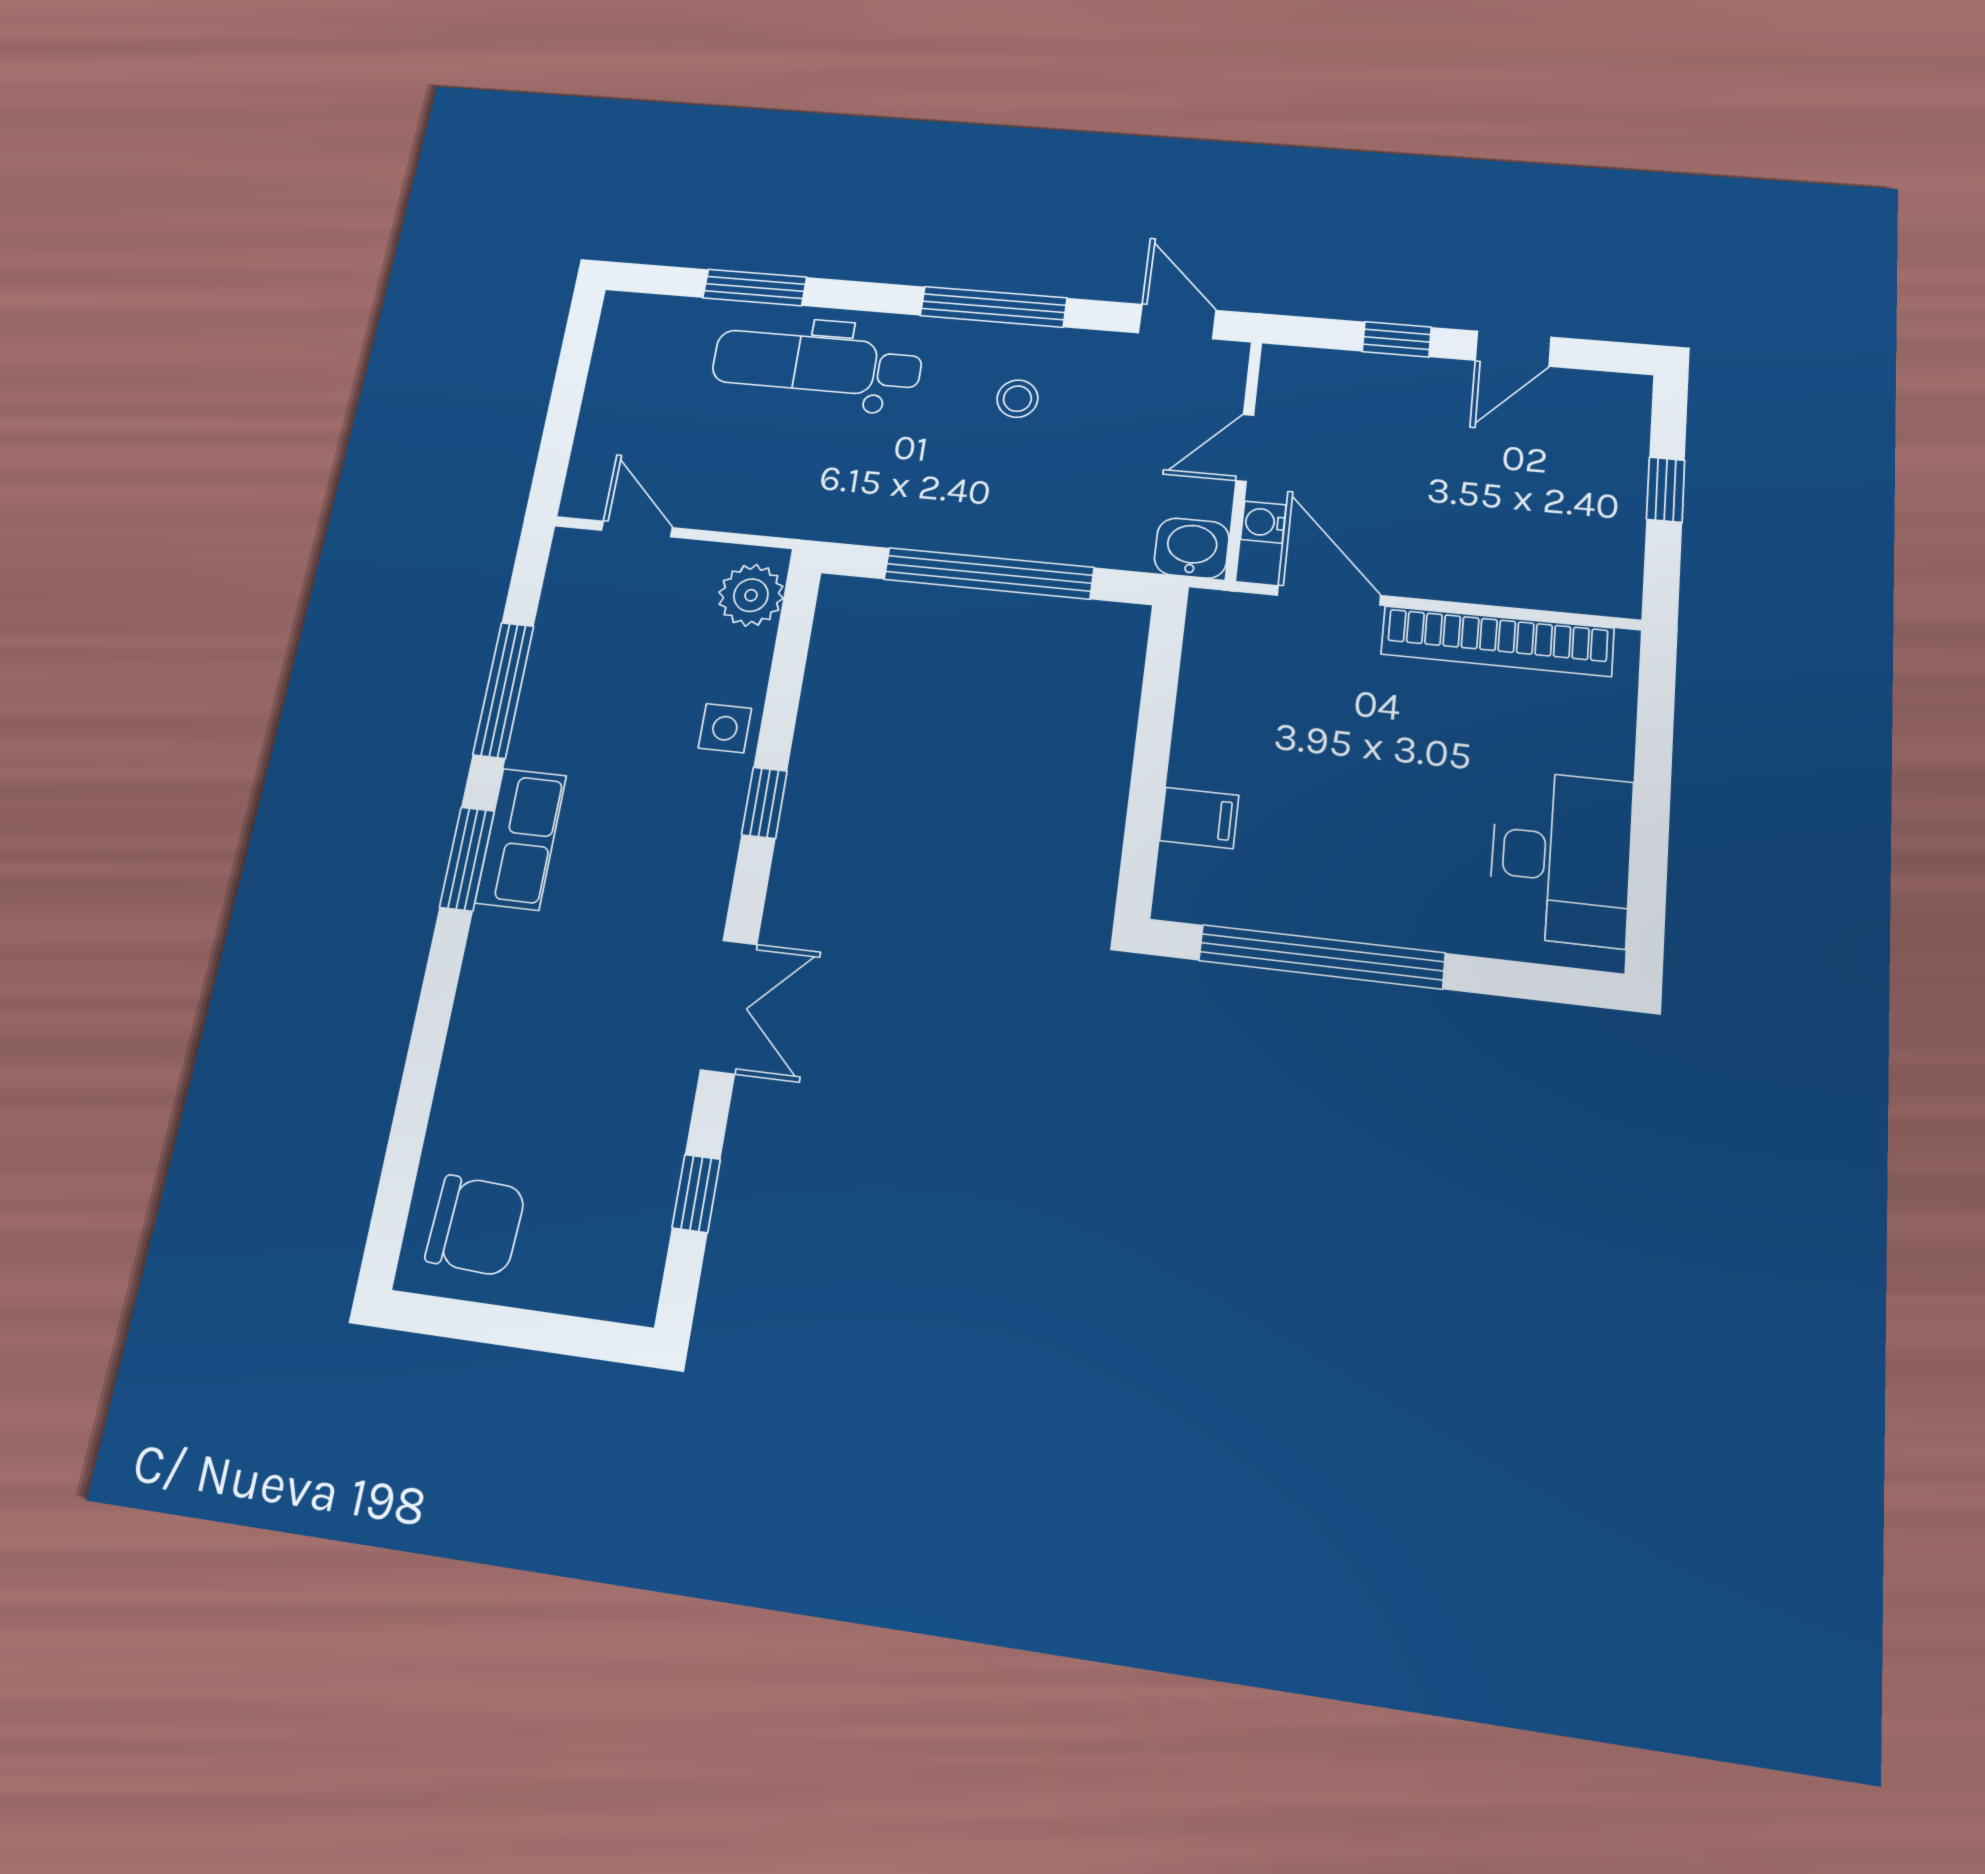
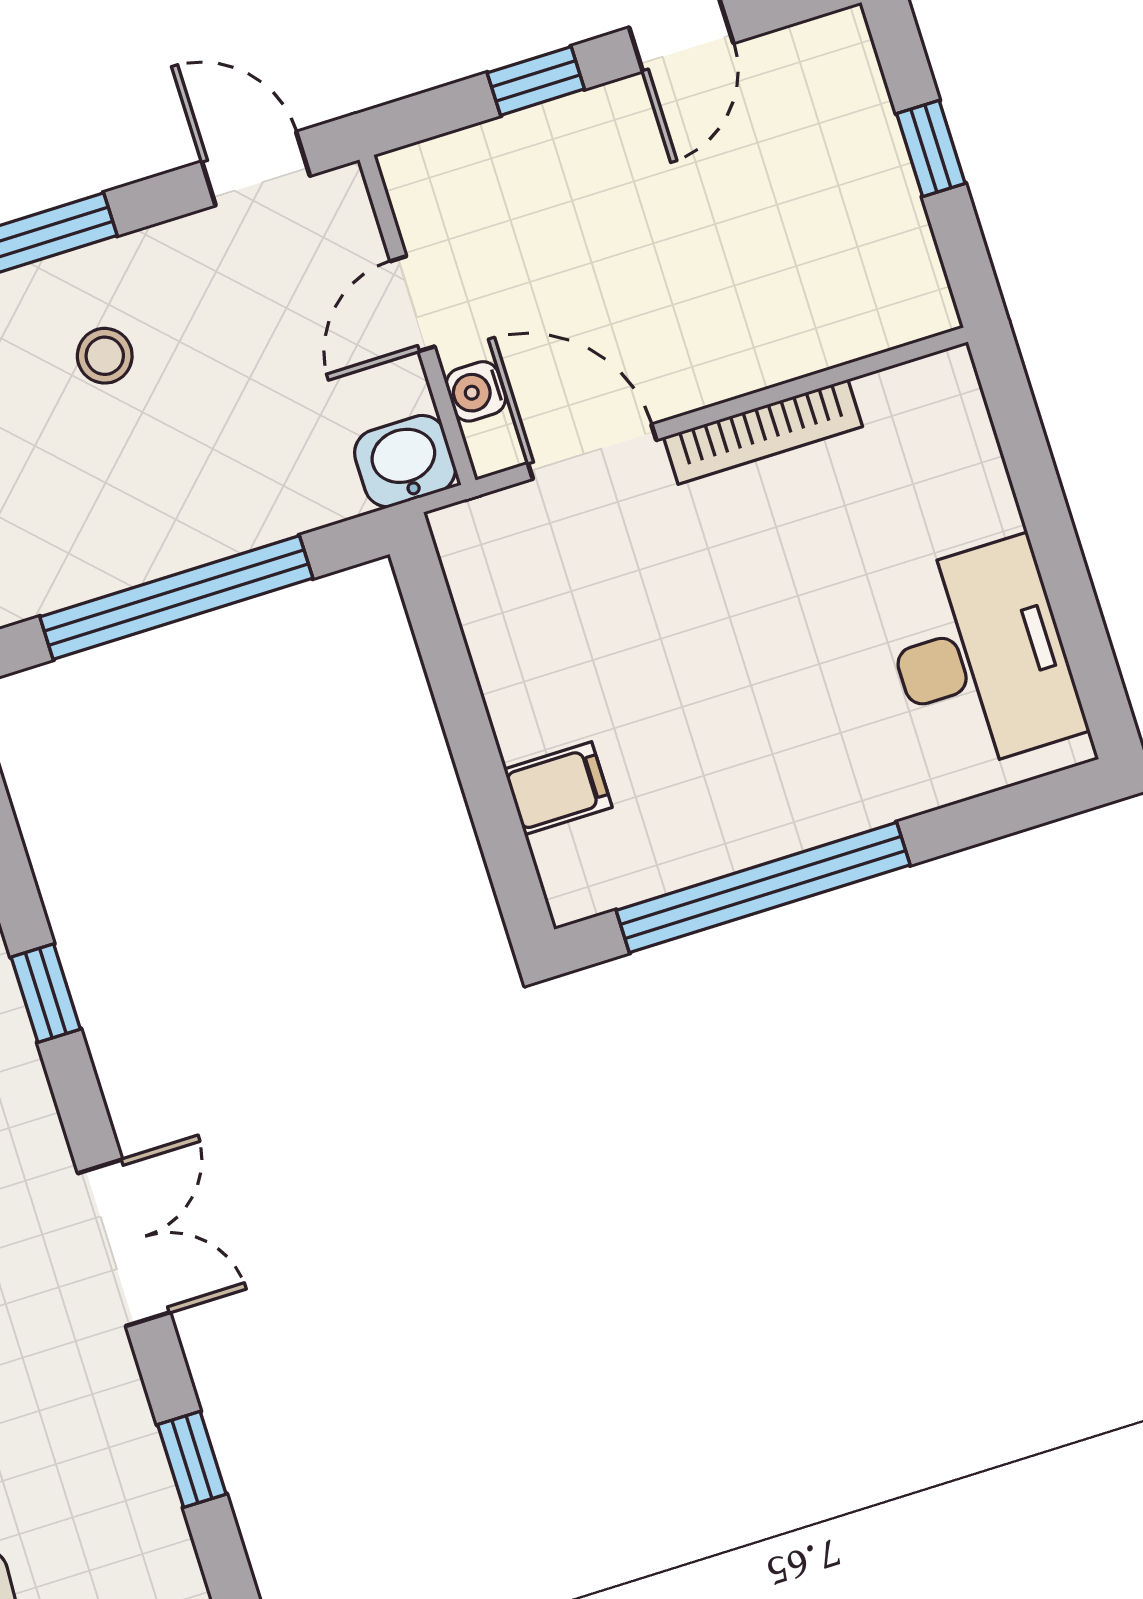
bookcase: (1497, 641) -> (763, 432), width x0.68, depth x0.76

